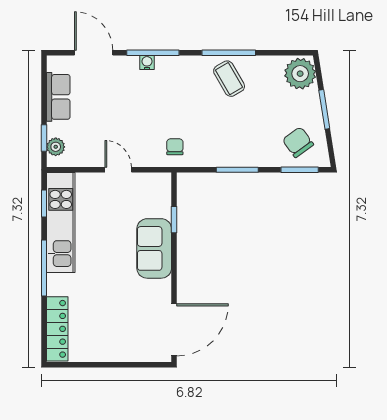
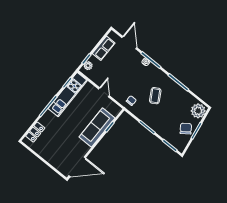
coffee table: (229, 79) -> (155, 96), moved
chair: (298, 142) -> (186, 129), moved
sofa: (154, 248) -> (97, 127), width x1.36
locker: (57, 329) -> (35, 132), width x0.66

